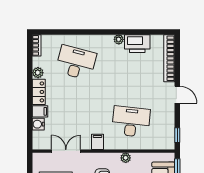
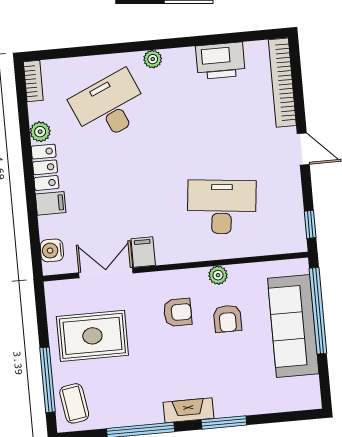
plant: (119, 39) -> (153, 59), moved
desk: (76, 63) -> (109, 106), turned -39
water cooler: (38, 124) -> (52, 250), moved
filing cabinet: (98, 142) -> (143, 252), moved

